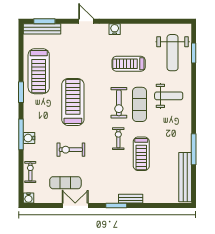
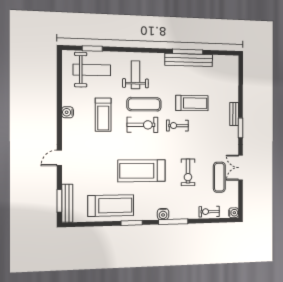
water cooler: (115, 29) -> (68, 112), moved
water cooler: (29, 138) -> (163, 214), moved
bench: (185, 177) -> (189, 60), moved

